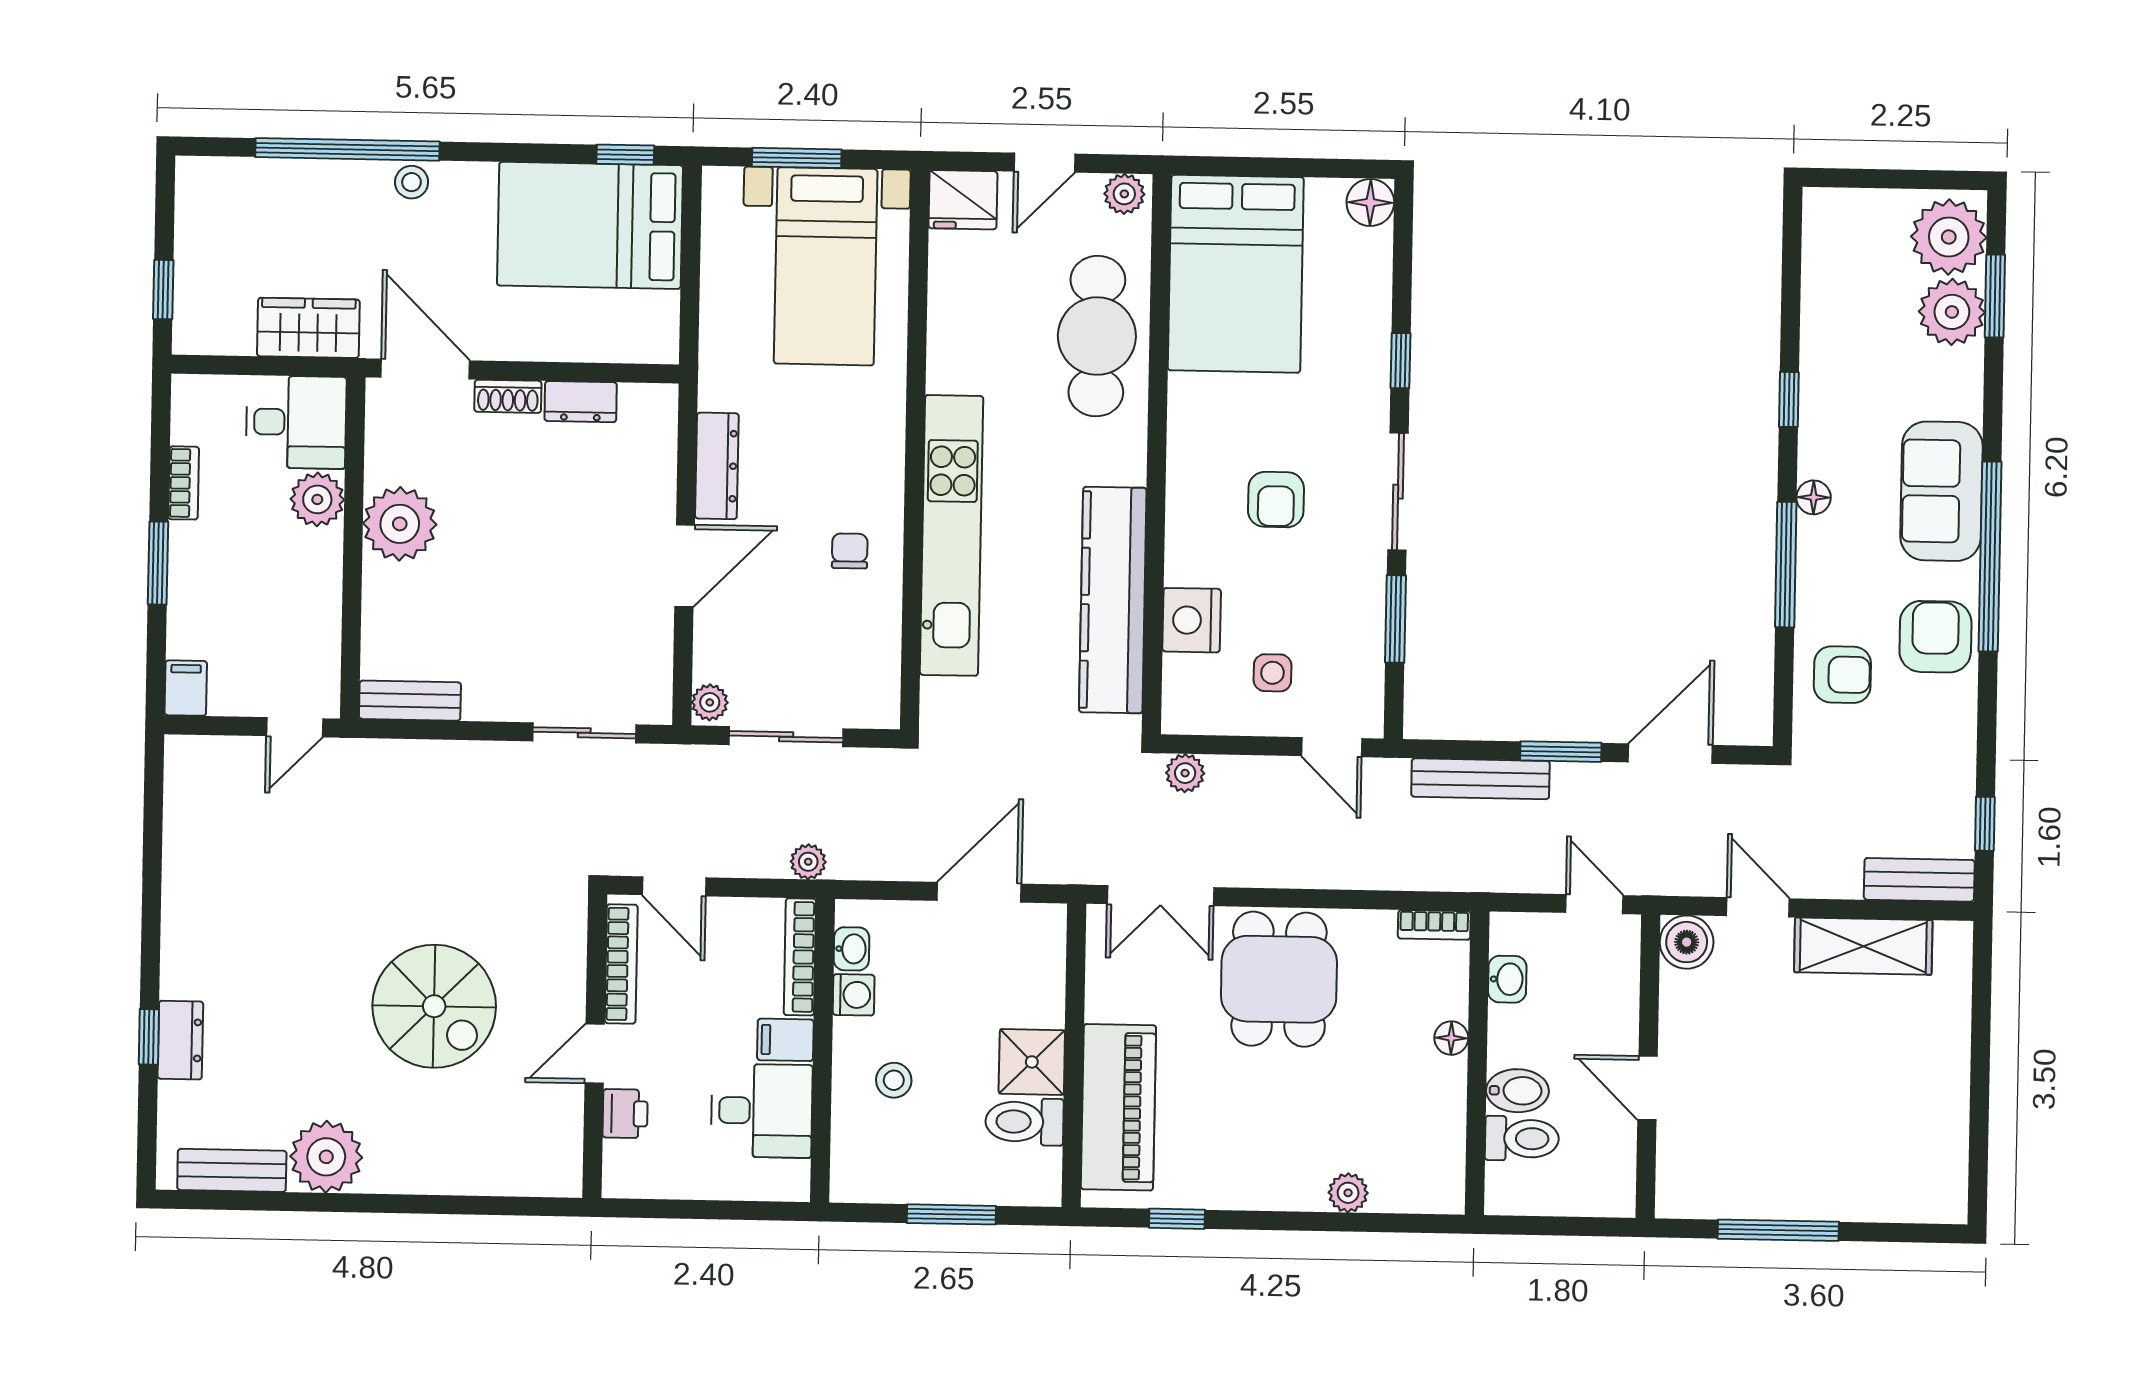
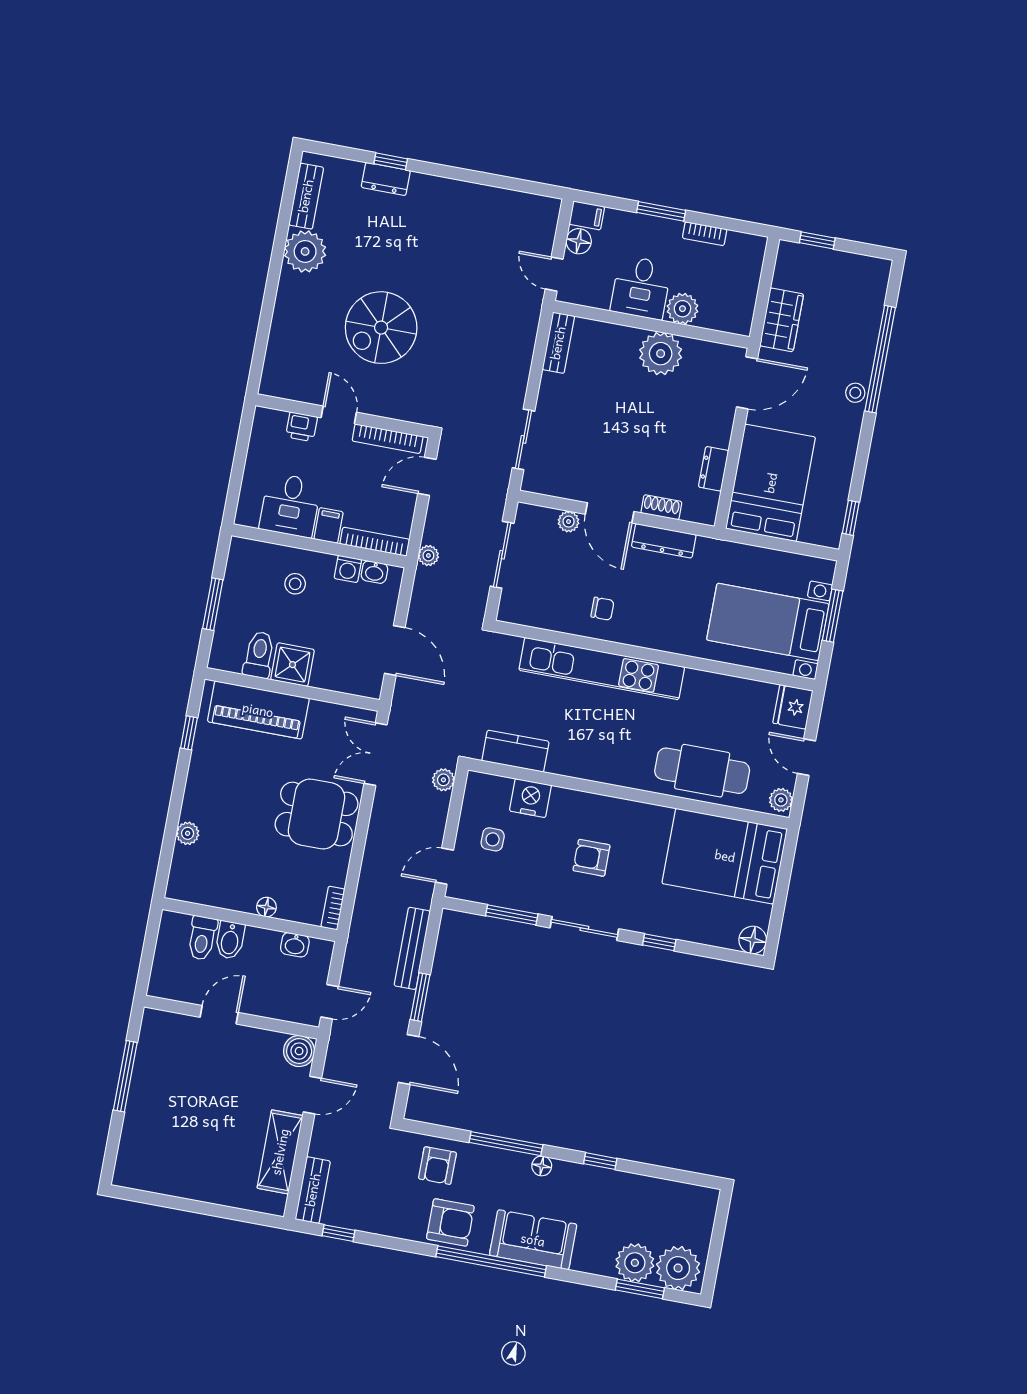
bed: (590, 225) -> (771, 483), moved
shoe rack: (508, 396) -> (661, 507), moved, turned 90
desk: (296, 422) -> (641, 288), moved
kitchen counter: (1113, 600) -> (515, 751), width x0.48, depth x0.86
floor lamp: (232, 695) -> (579, 241), added
plant: (710, 702) -> (569, 522), moved

